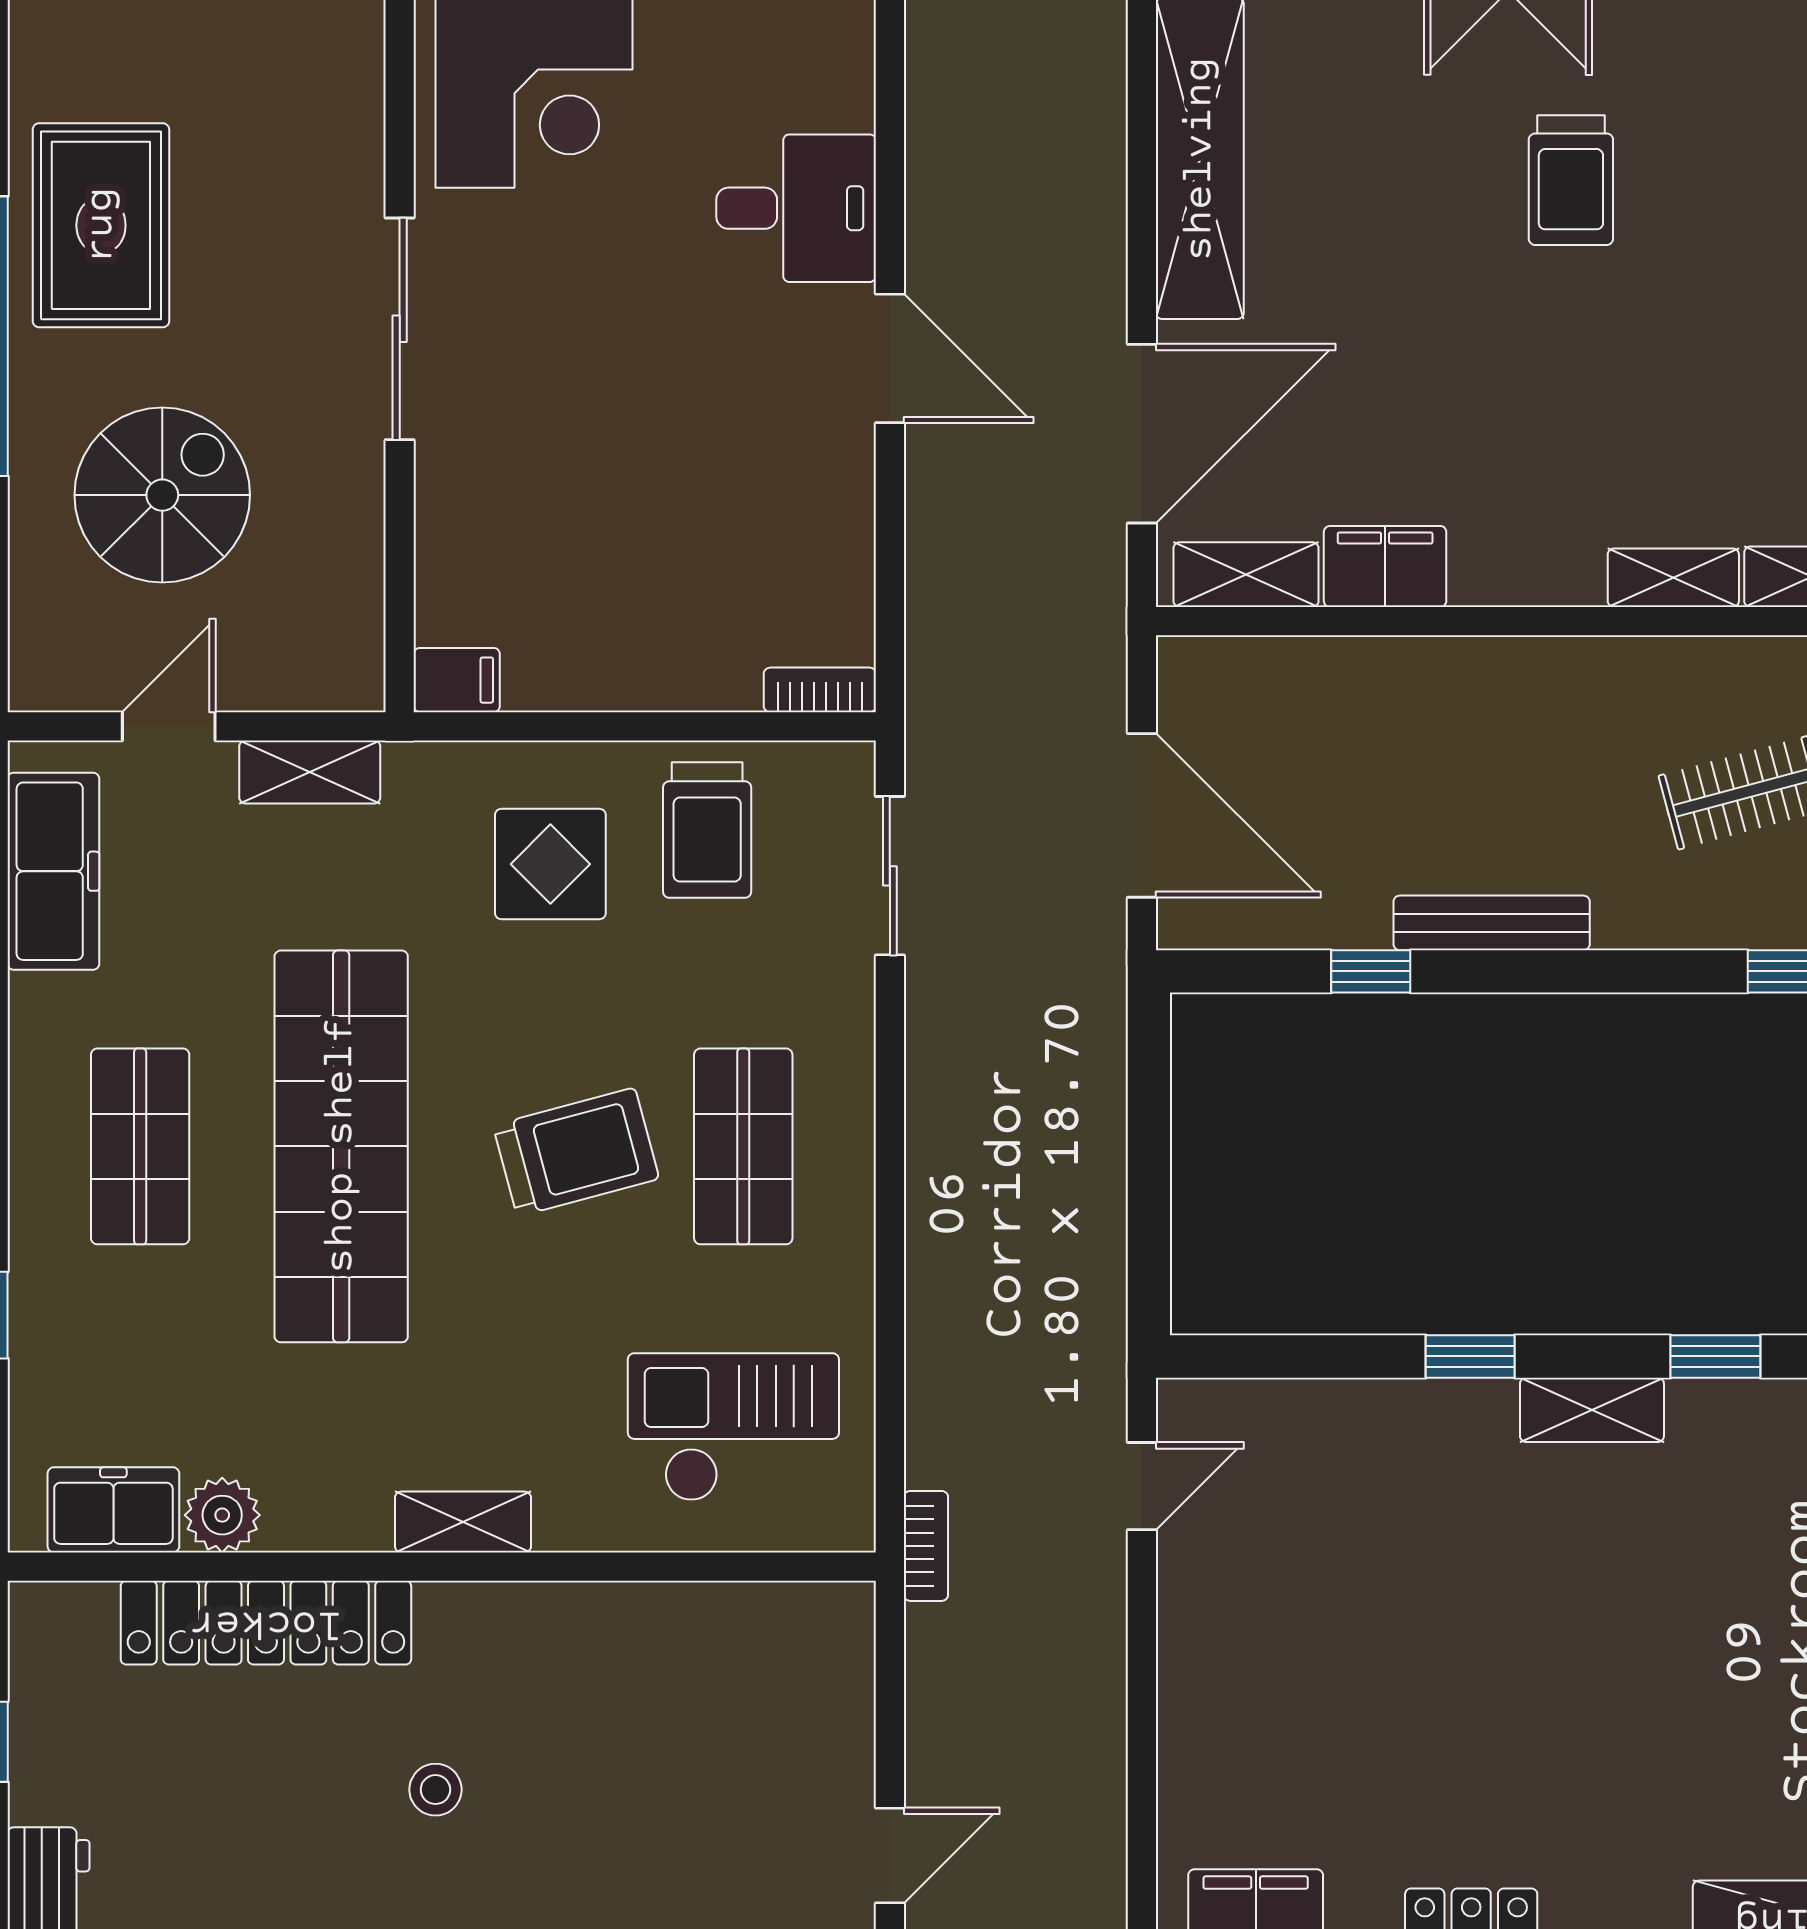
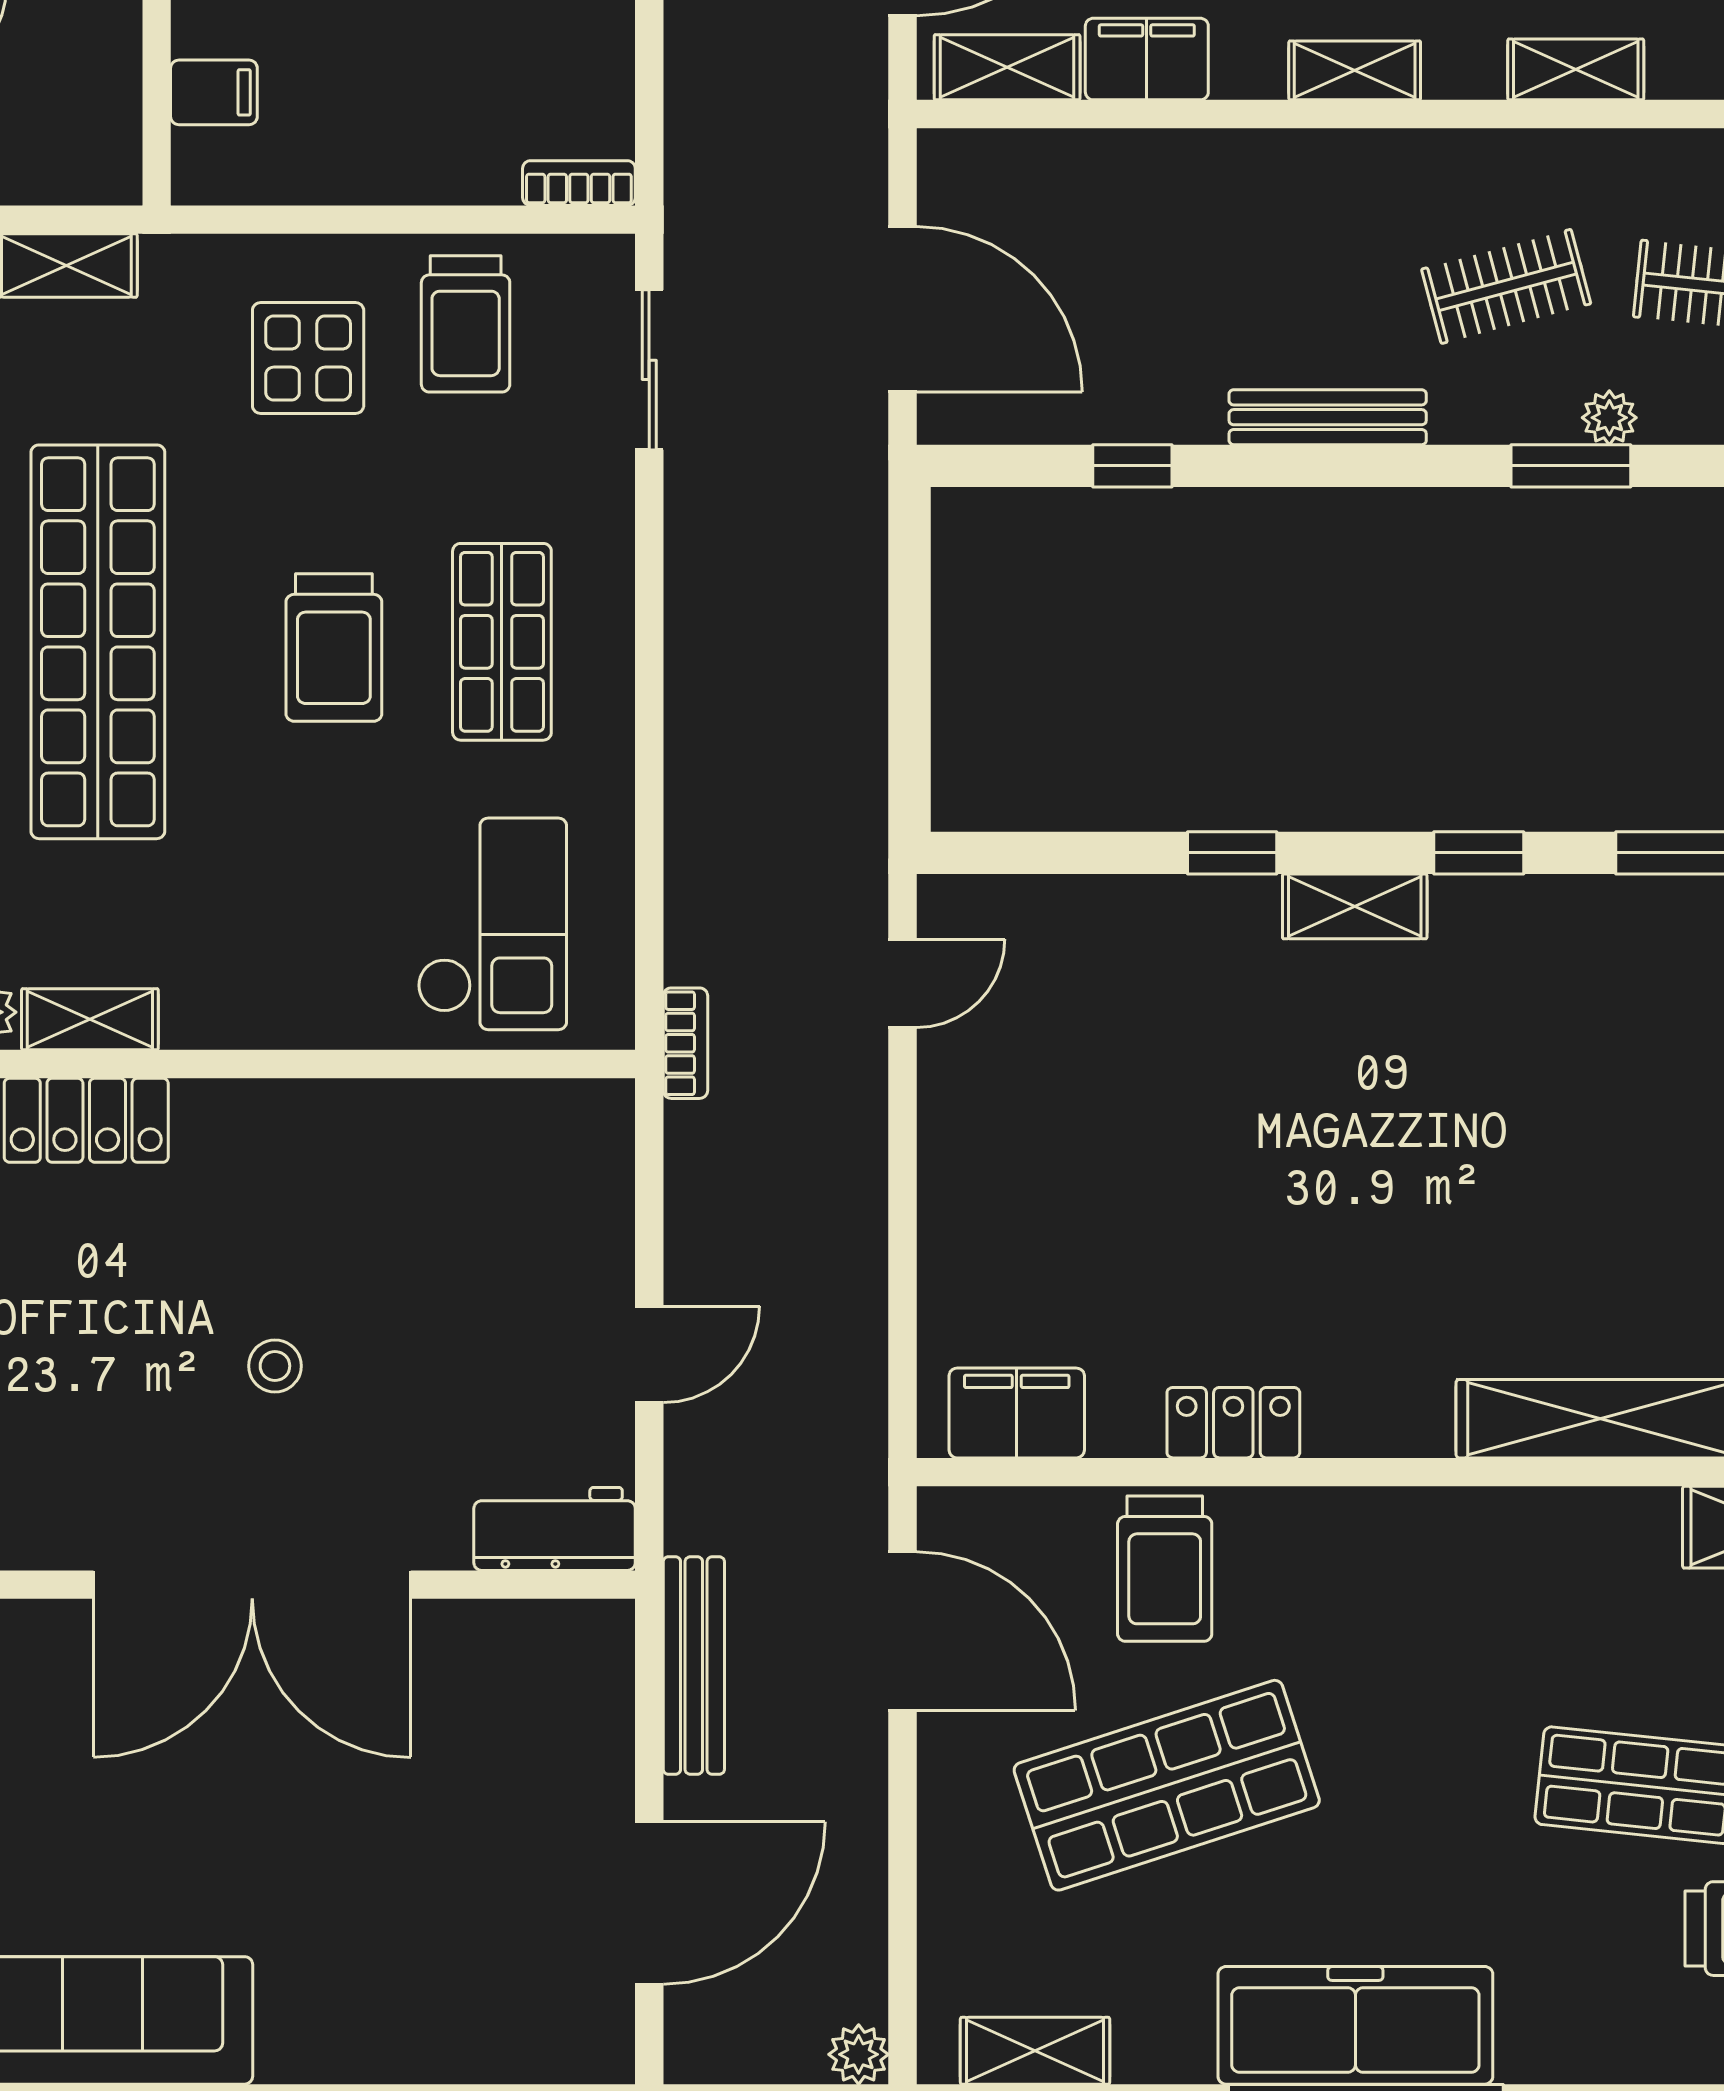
shelving: (1673, 578) -> (1355, 70), moved
filing cabinet: (457, 680) -> (214, 92), moved
bench: (1492, 923) -> (1328, 417), moved
trolley: (576, 1152) -> (334, 647), turned 105
checkout: (733, 1427) -> (492, 924), turned 90
shelving: (463, 1522) -> (90, 1019), moved
stool: (435, 1790) -> (275, 1366), moved

